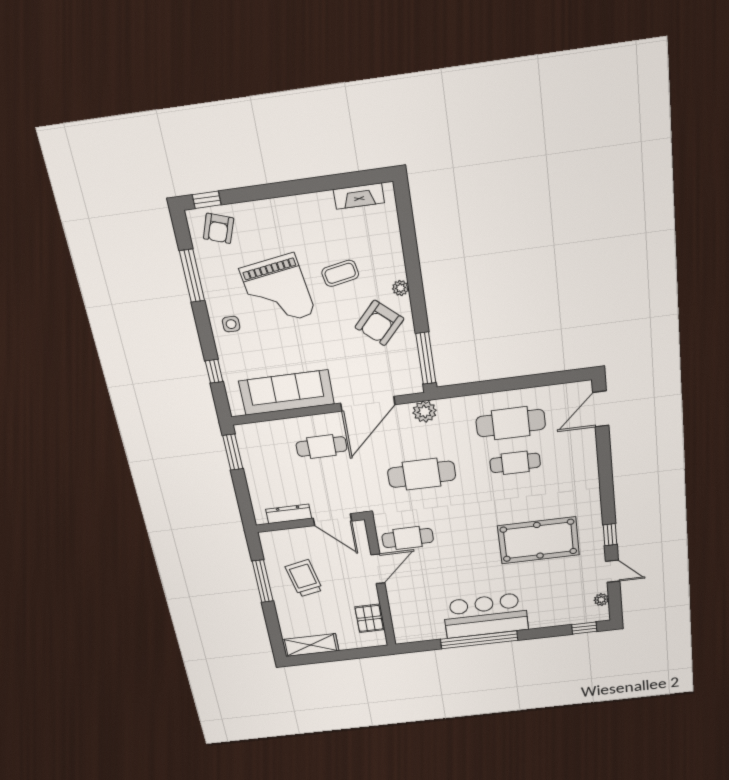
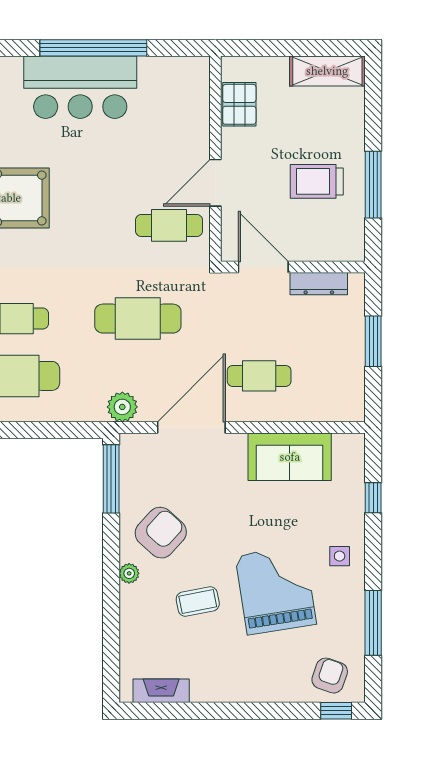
sofa: (287, 393) -> (290, 457), width x0.73
window: (233, 452) -> (373, 341), moved
trolley: (304, 578) -> (317, 181), turned 102

